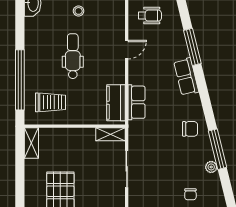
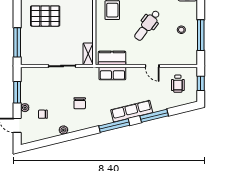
dental chair: (73, 56) -> (147, 25), turned 127
row of seats: (186, 77) -> (132, 111), width x1.48
chair: (190, 129) -> (80, 103), moved
window: (218, 149) -> (114, 126), moved

